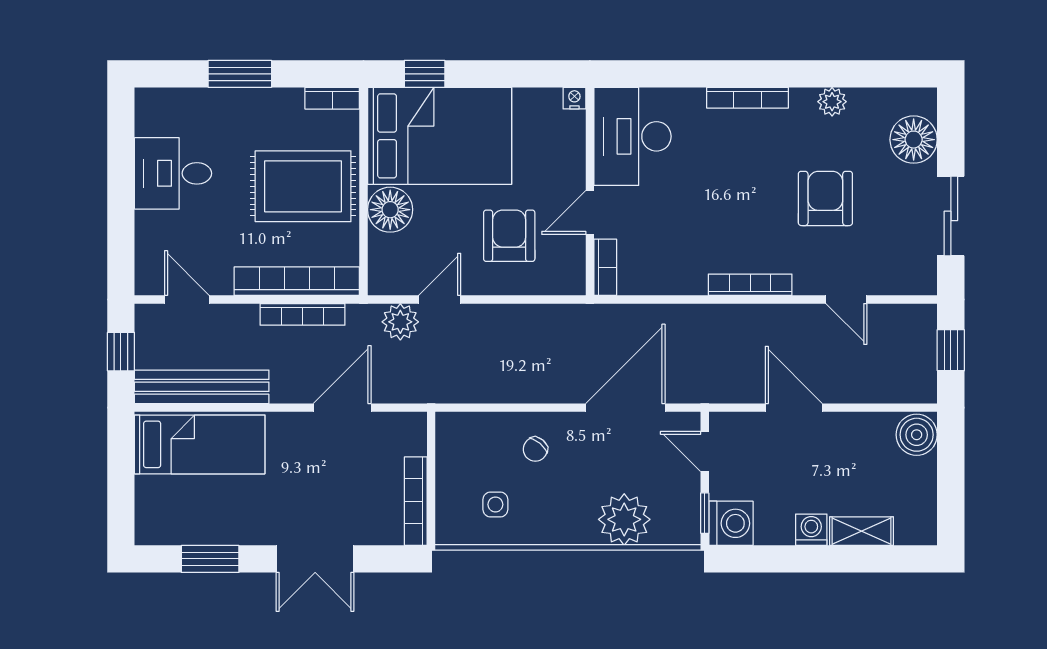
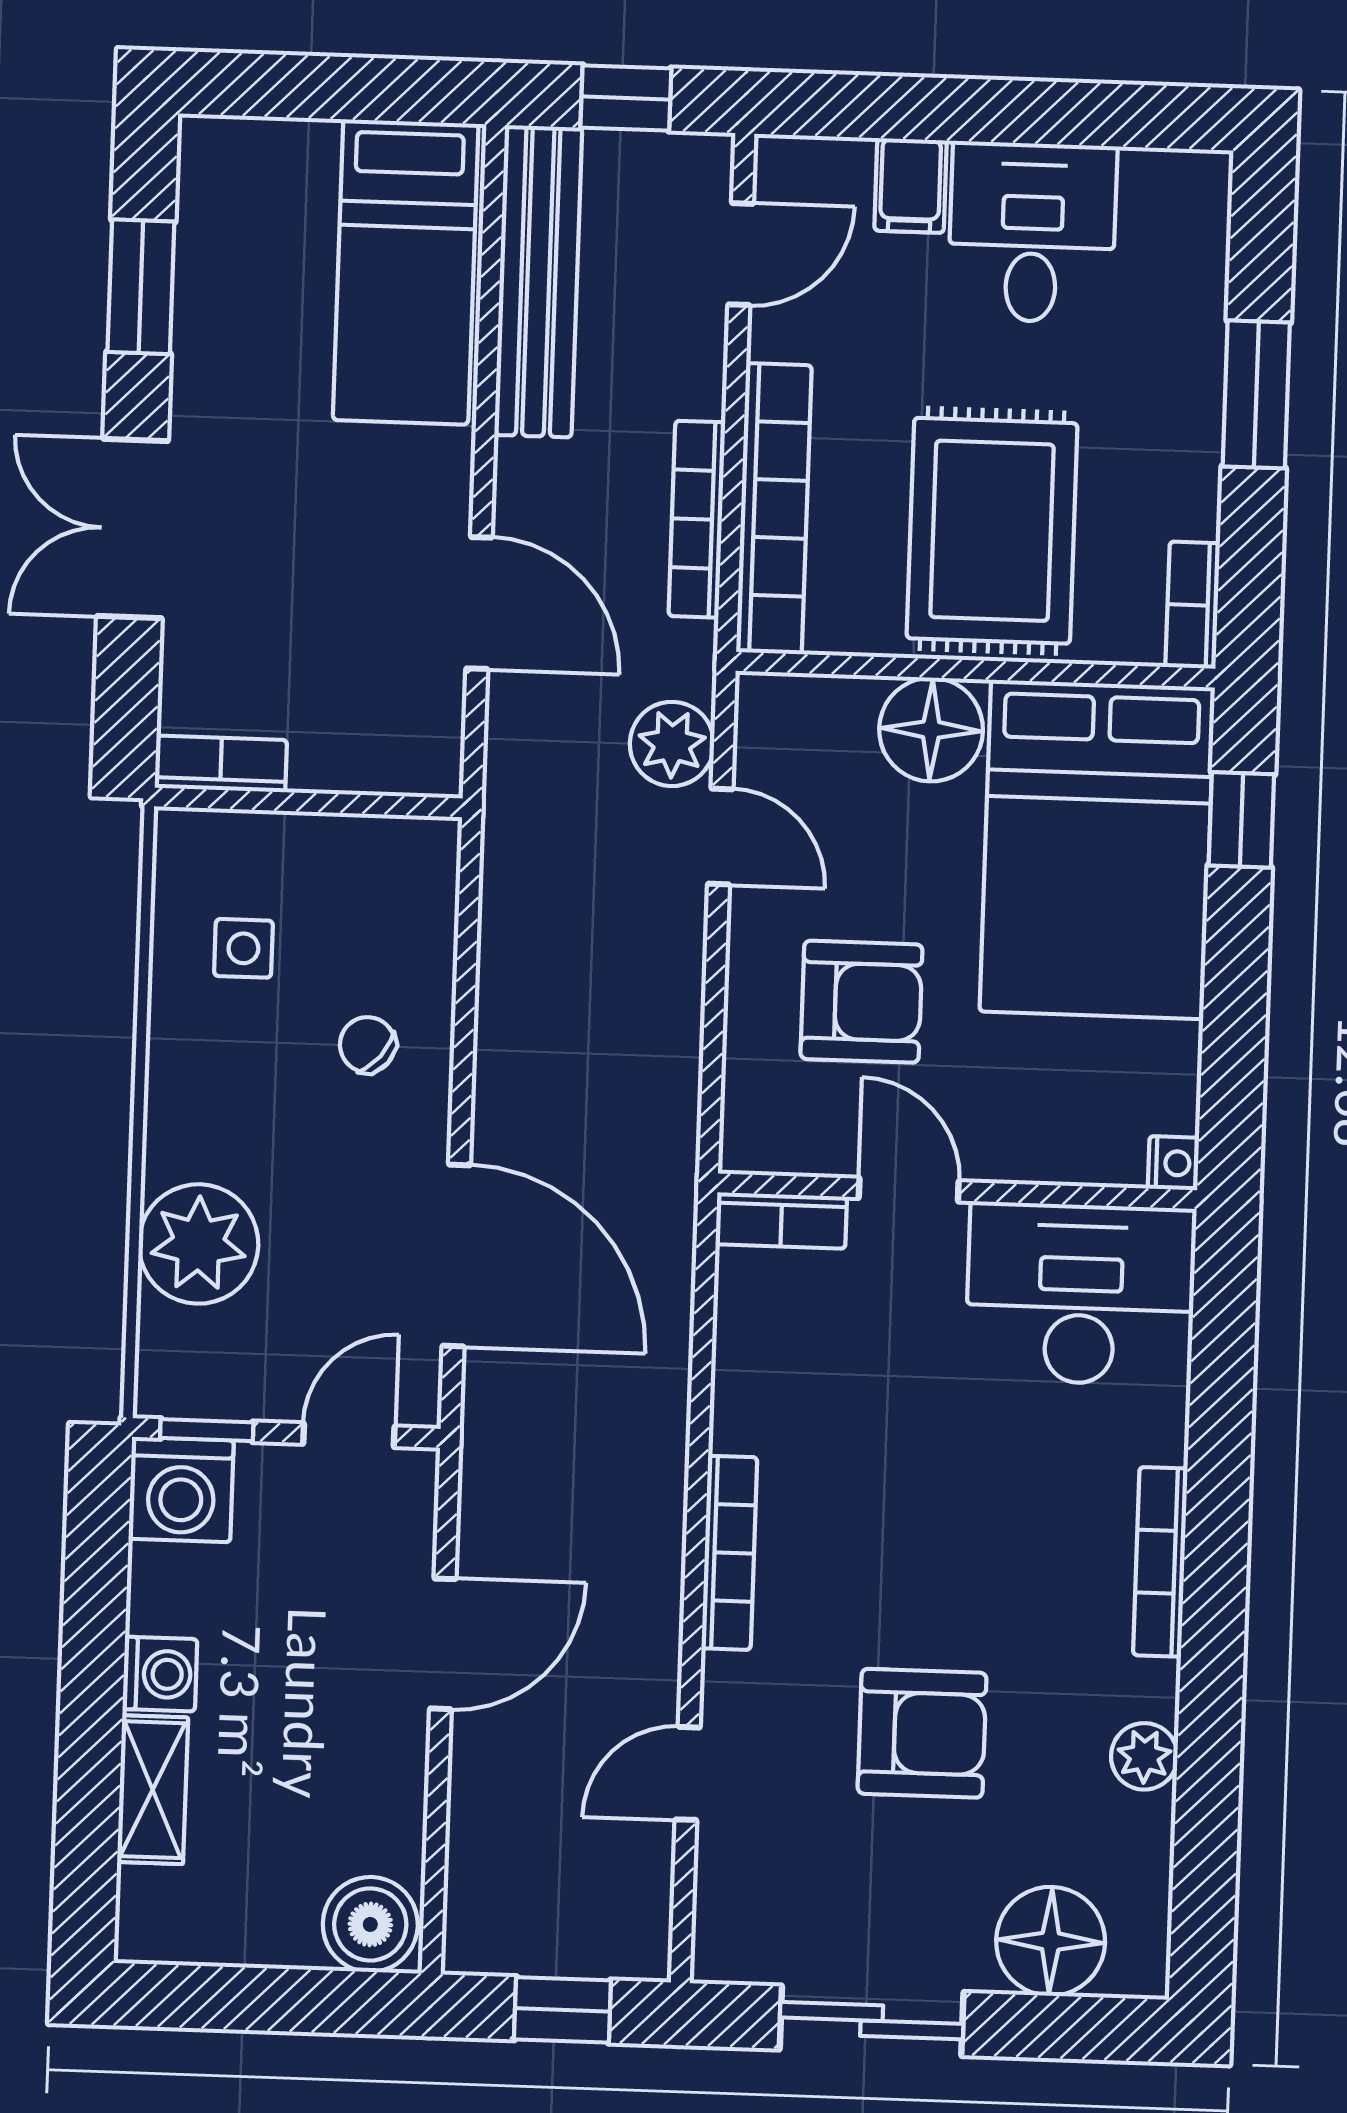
filing cabinet: (155, 227) -> (911, 186), added
bookcase: (416, 501) -> (221, 764), width x0.64

